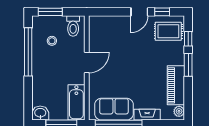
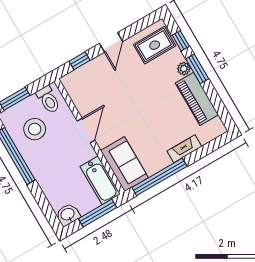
window: (162, 12) -> (80, 61), moved
stool: (52, 41) -> (35, 129), width x1.89, depth x1.89
sofa: (114, 109) -> (124, 164), moved, turned 90
plant: (179, 111) -> (184, 69), moved

